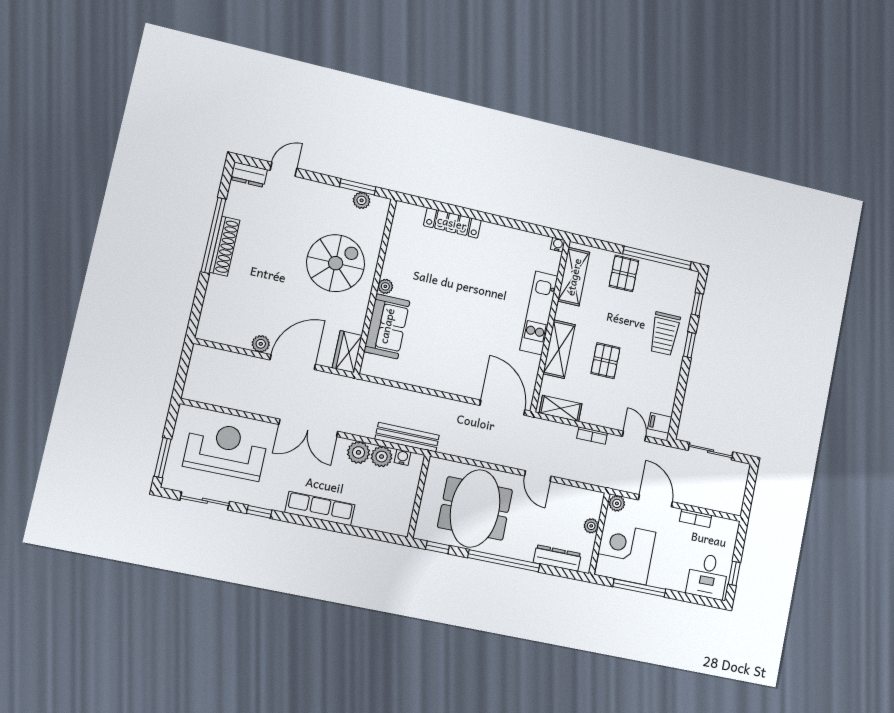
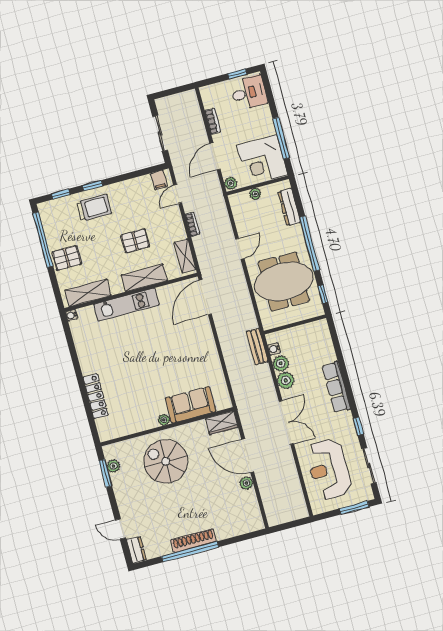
bench: (407, 437) -> (257, 347), width x0.73

